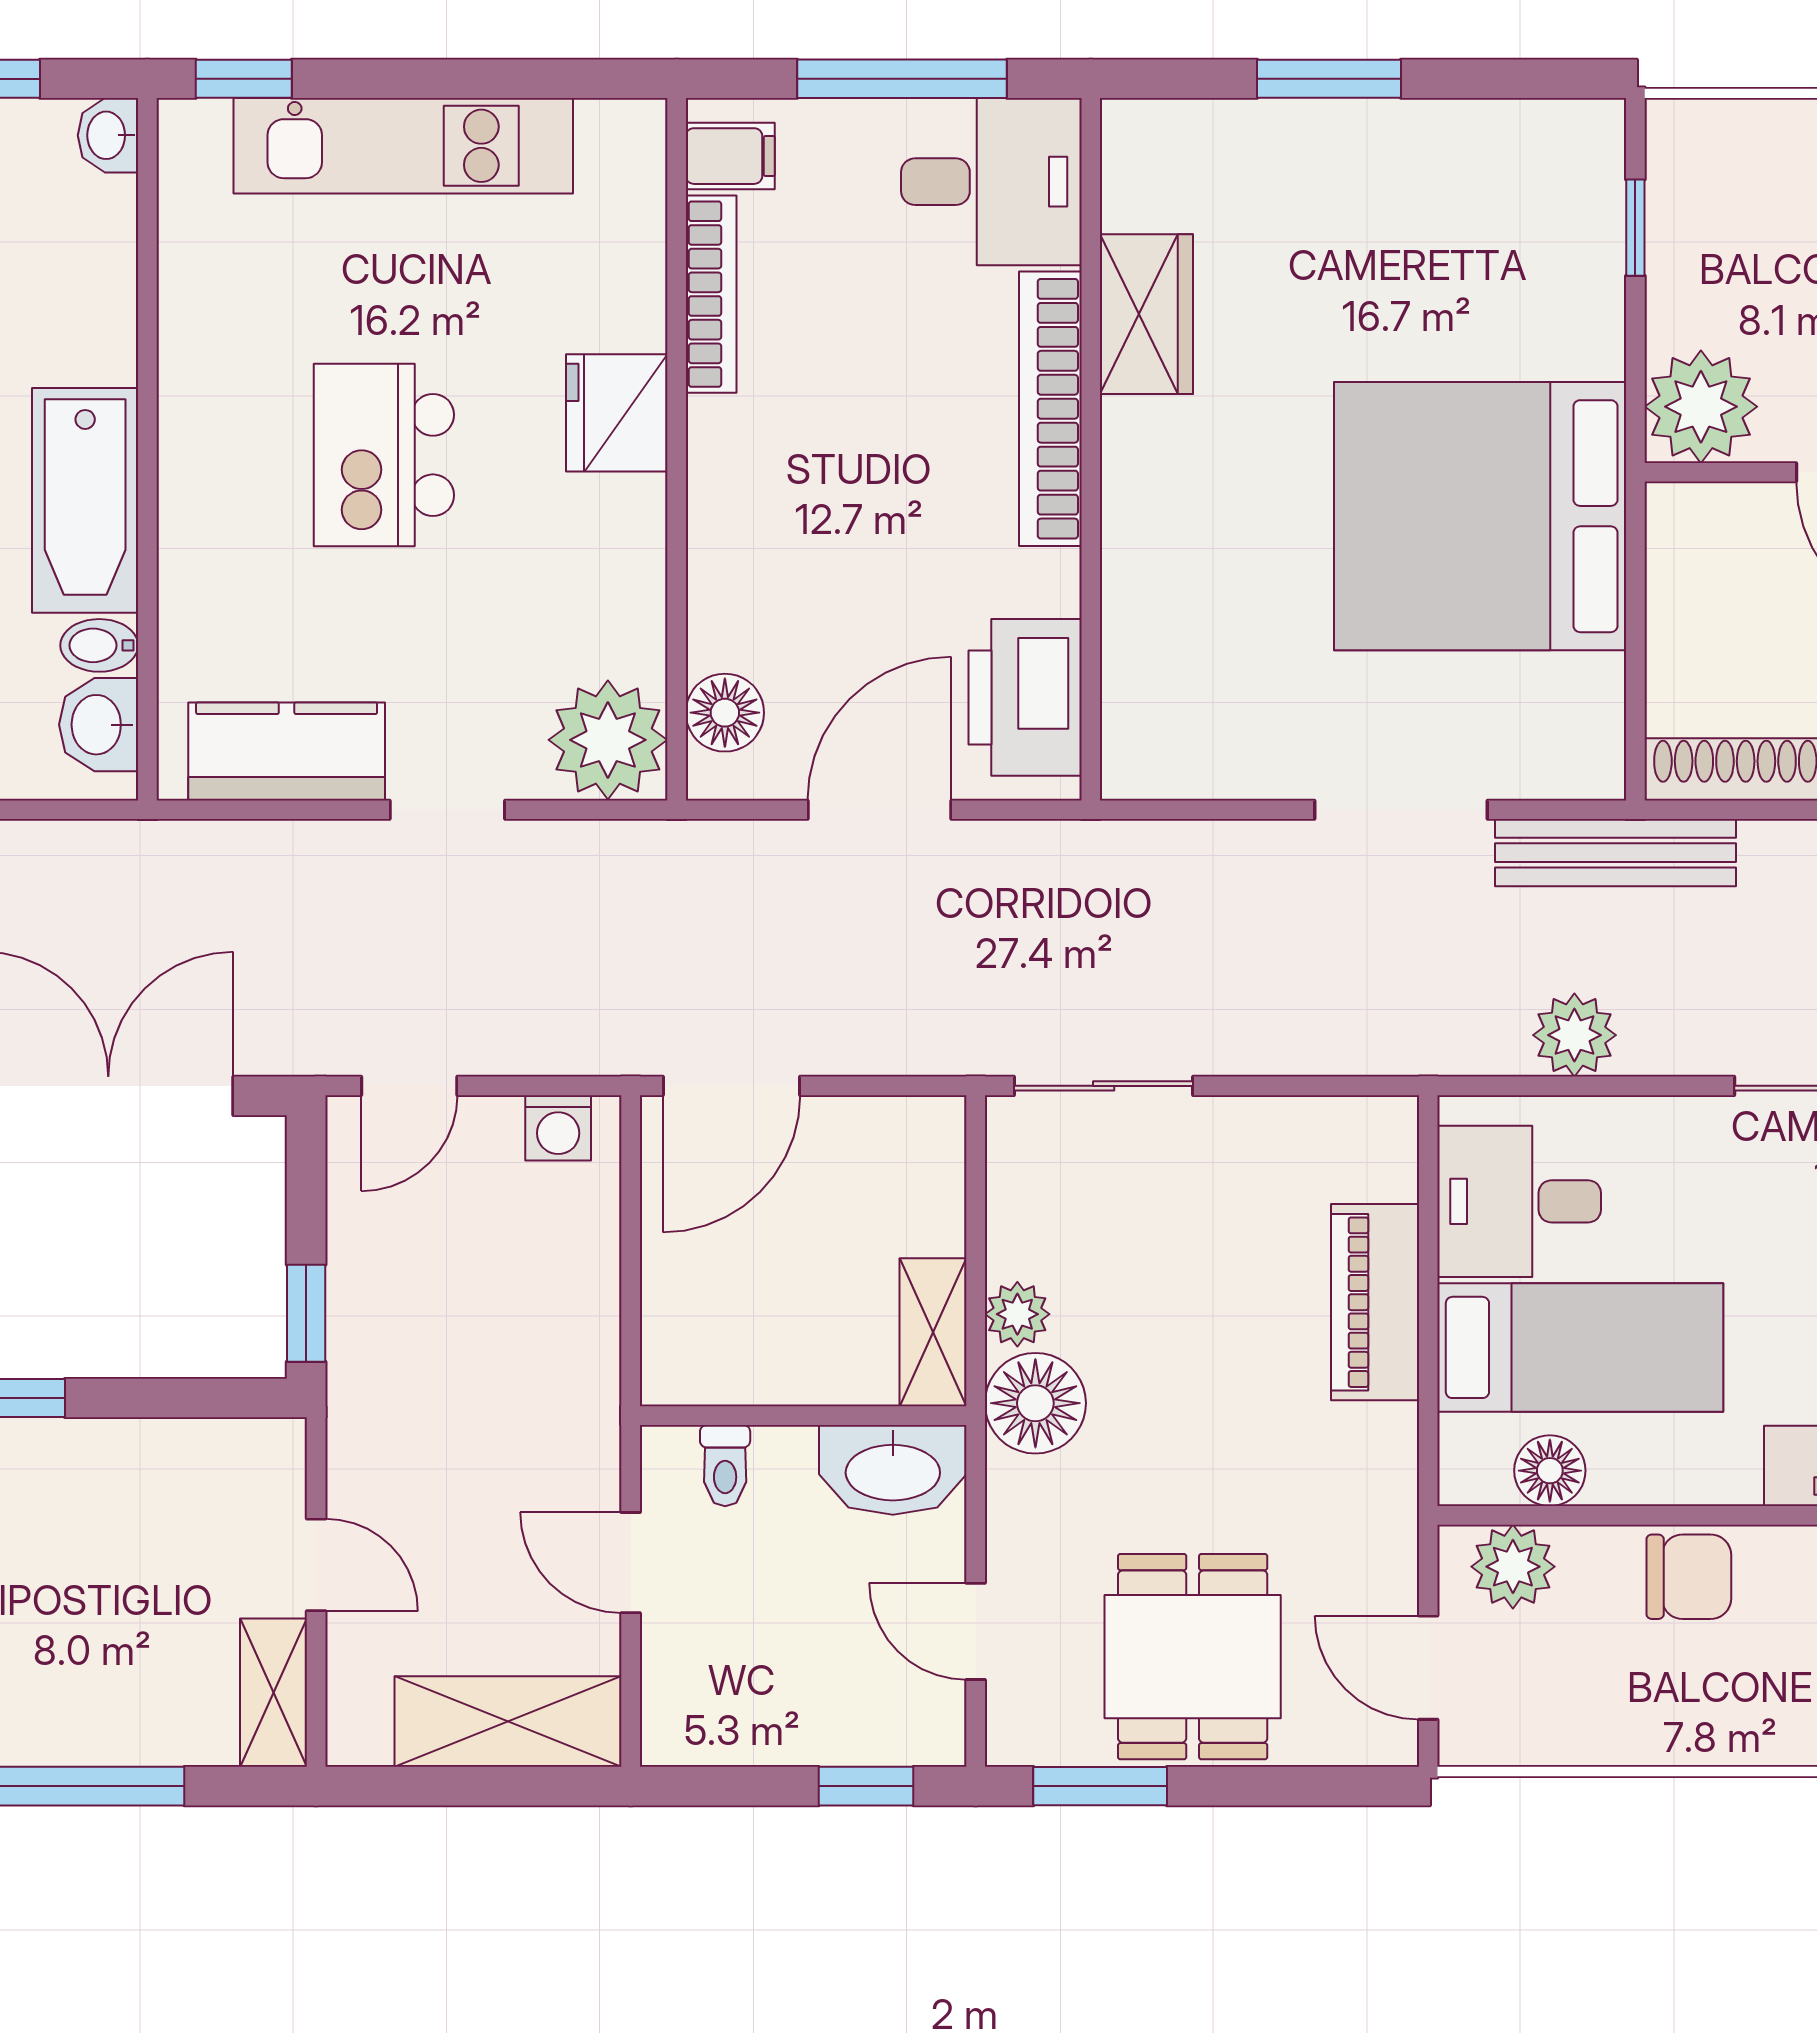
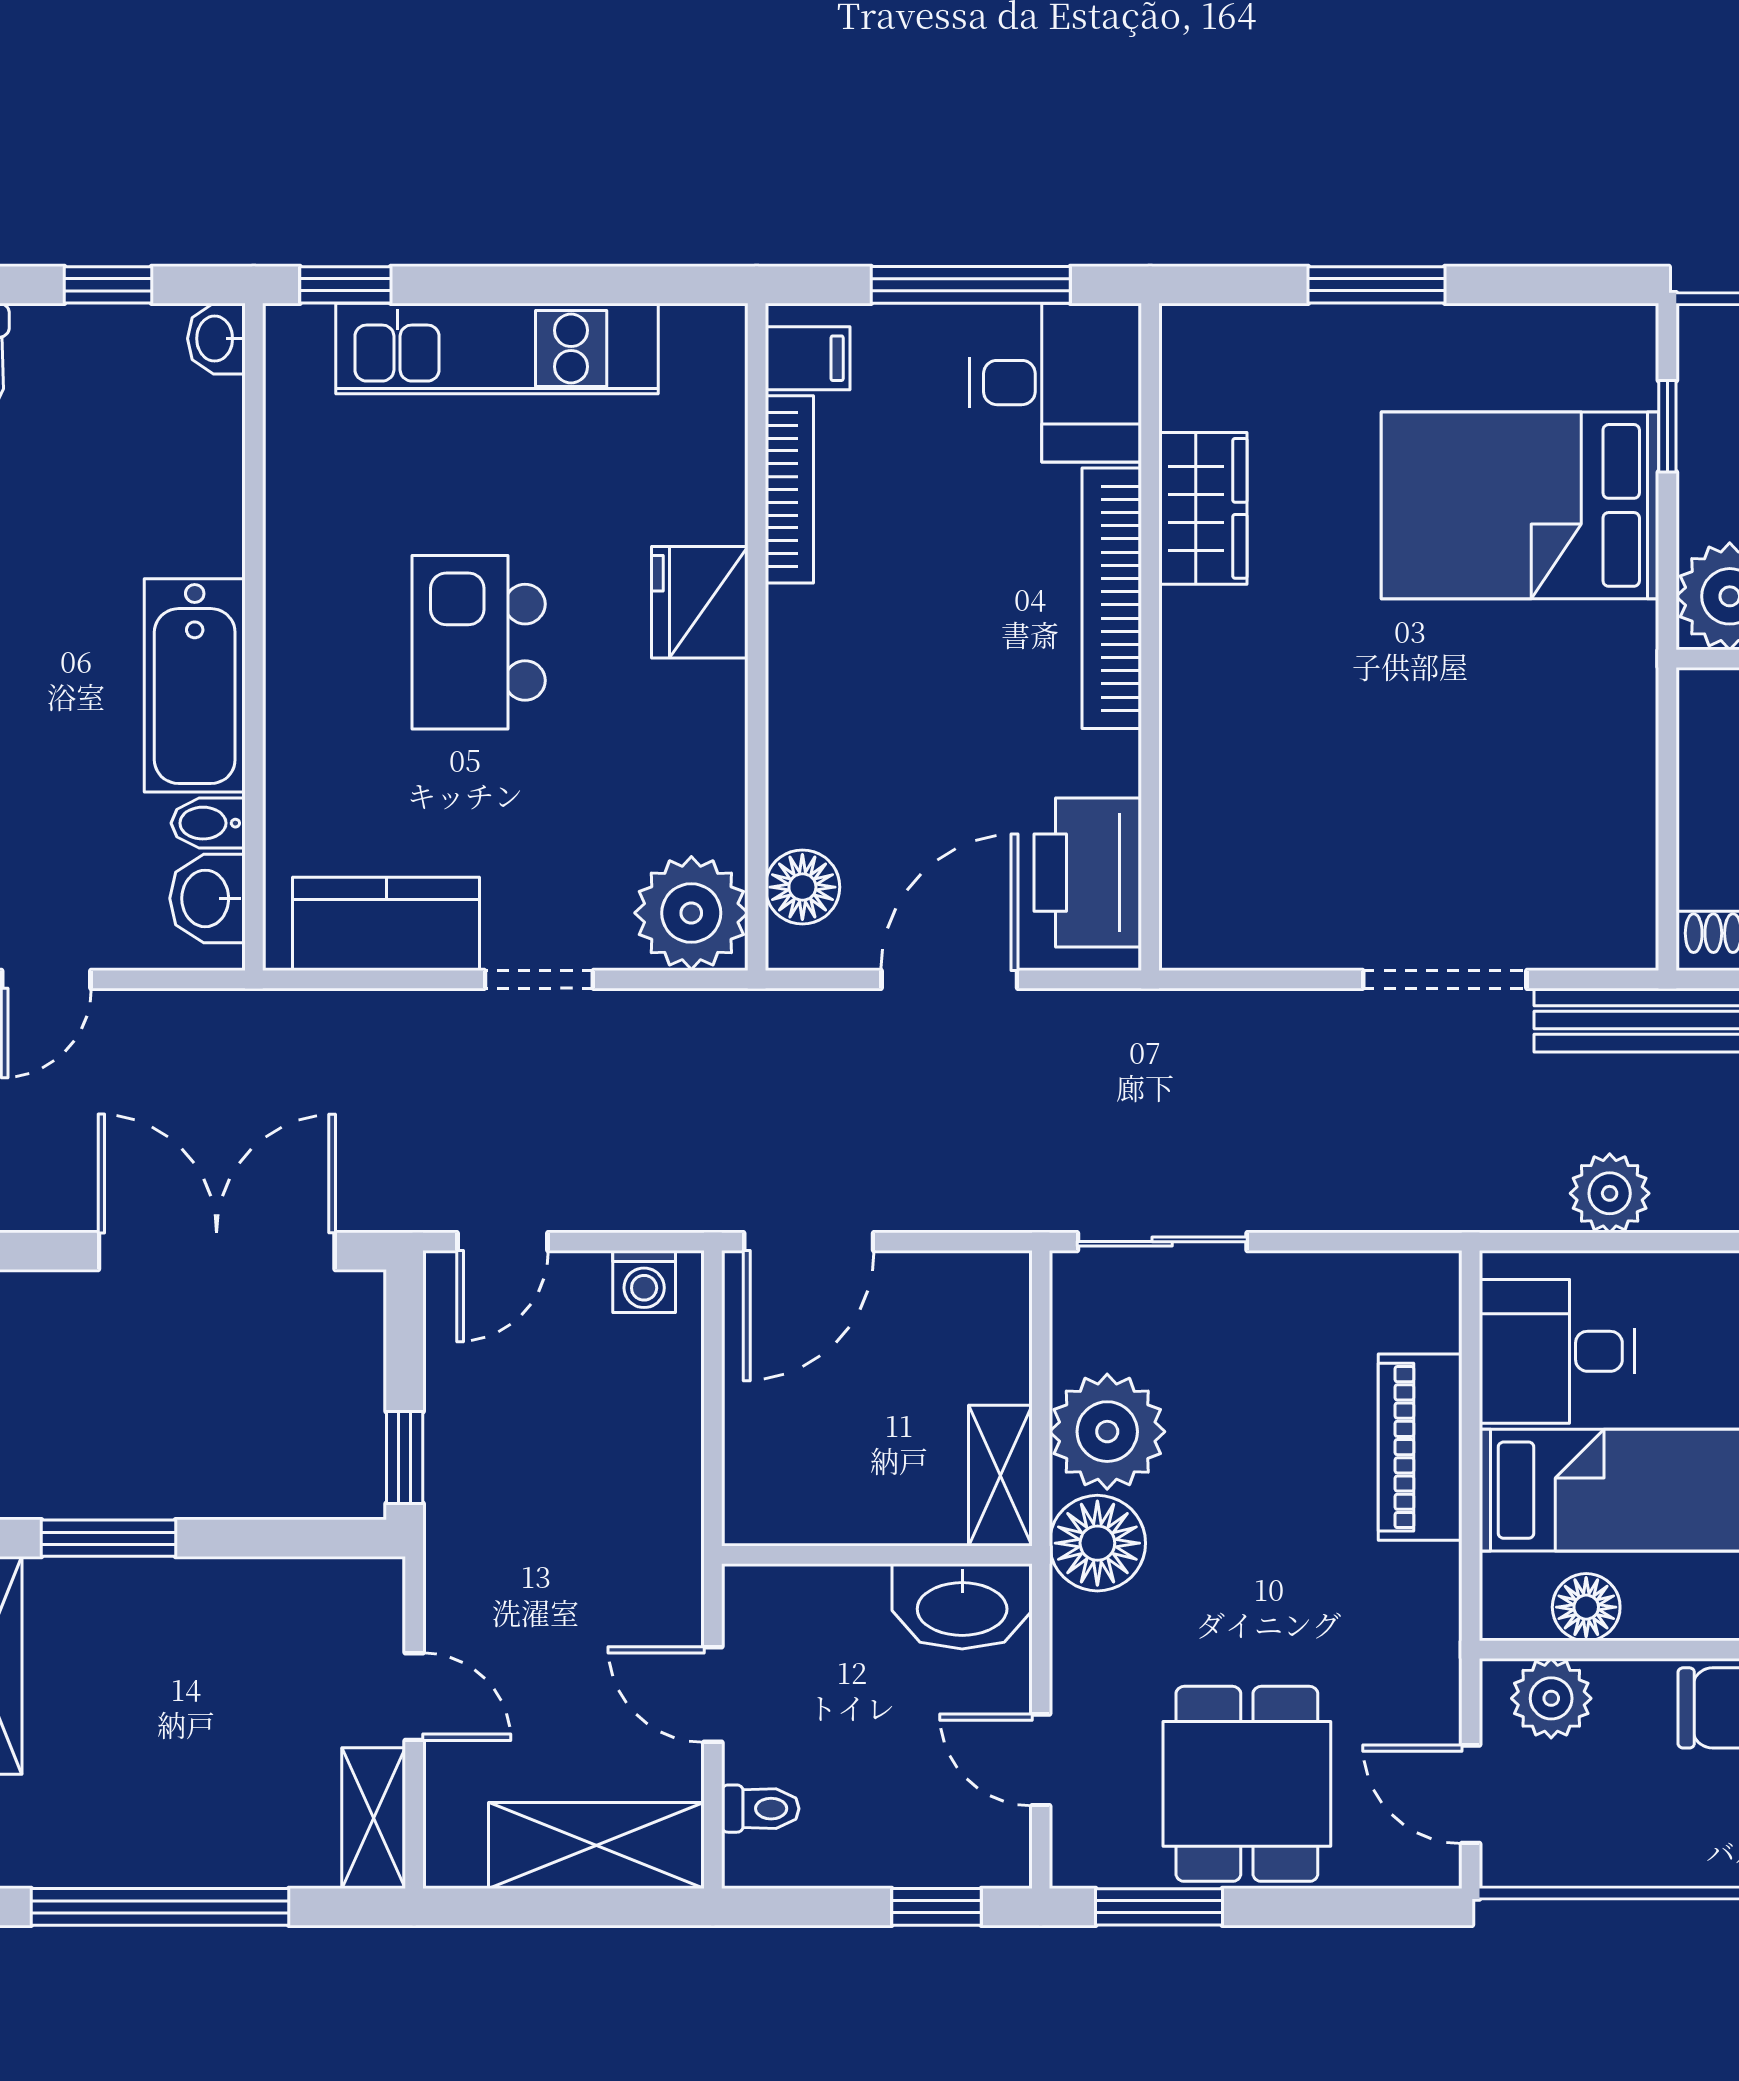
bed: (1480, 516) -> (1520, 505), moved, width x0.73
plant: (1017, 1314) -> (1107, 1432), width x1.87, depth x1.87
toilet: (725, 1466) -> (760, 1809), moved, turned -90

